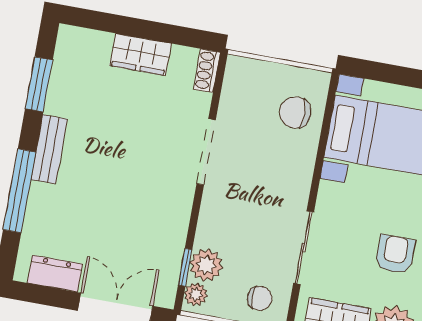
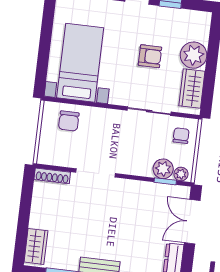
wardrobe: (140, 55) -> (36, 246), moved
shoe rack: (207, 71) -> (52, 176), width x1.43
armchair: (395, 254) -> (150, 56), turned 180

